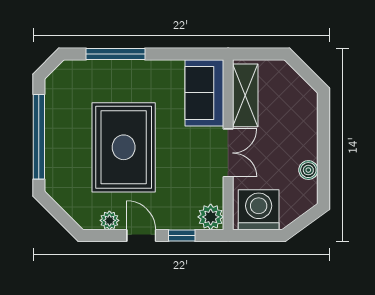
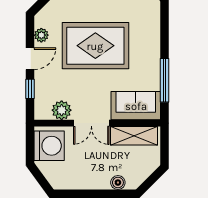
window: (115, 54) -> (165, 80), moved
boiler: (308, 170) -> (118, 183), moved
plant: (211, 217) -> (62, 110), moved

